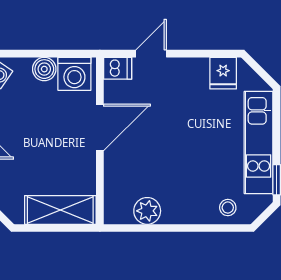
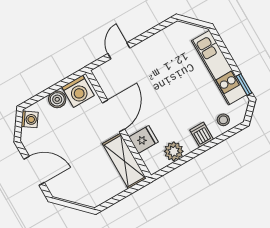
dishwasher: (118, 68) -> (202, 135), moved, turned -90
fridge: (223, 73) -> (144, 139), moved, turned -90
shelving: (60, 210) -> (124, 161), moved, turned 90

